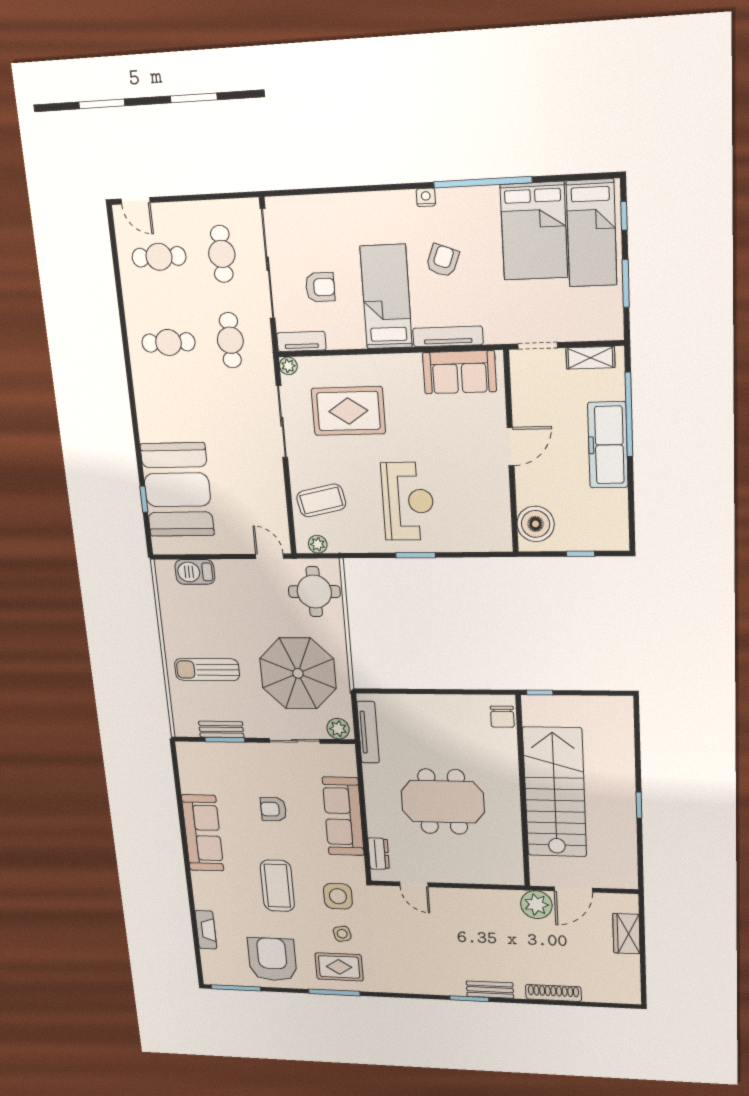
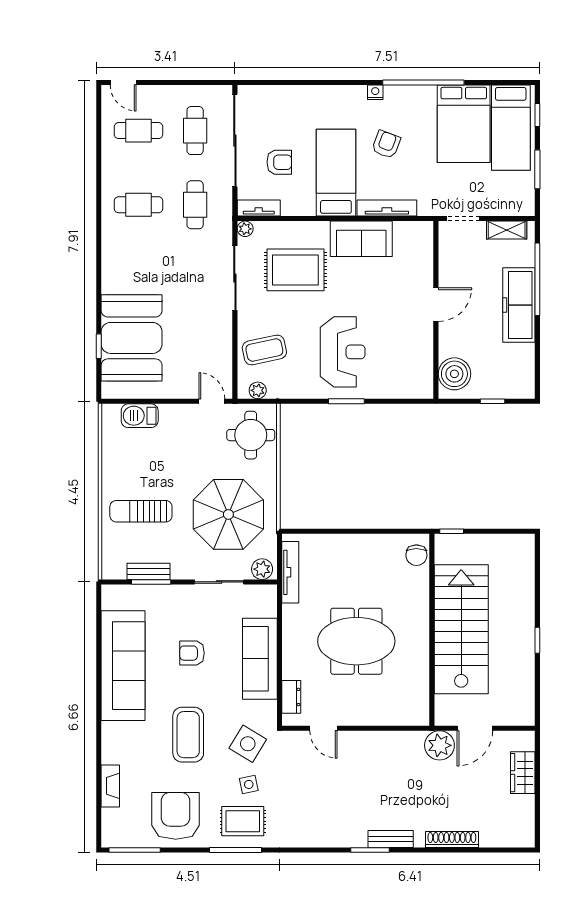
sofa: (459, 372) -> (361, 239), moved
sofa: (203, 833) -> (123, 666), width x1.36, depth x1.27
side table: (338, 896) -> (248, 744), turned 31

